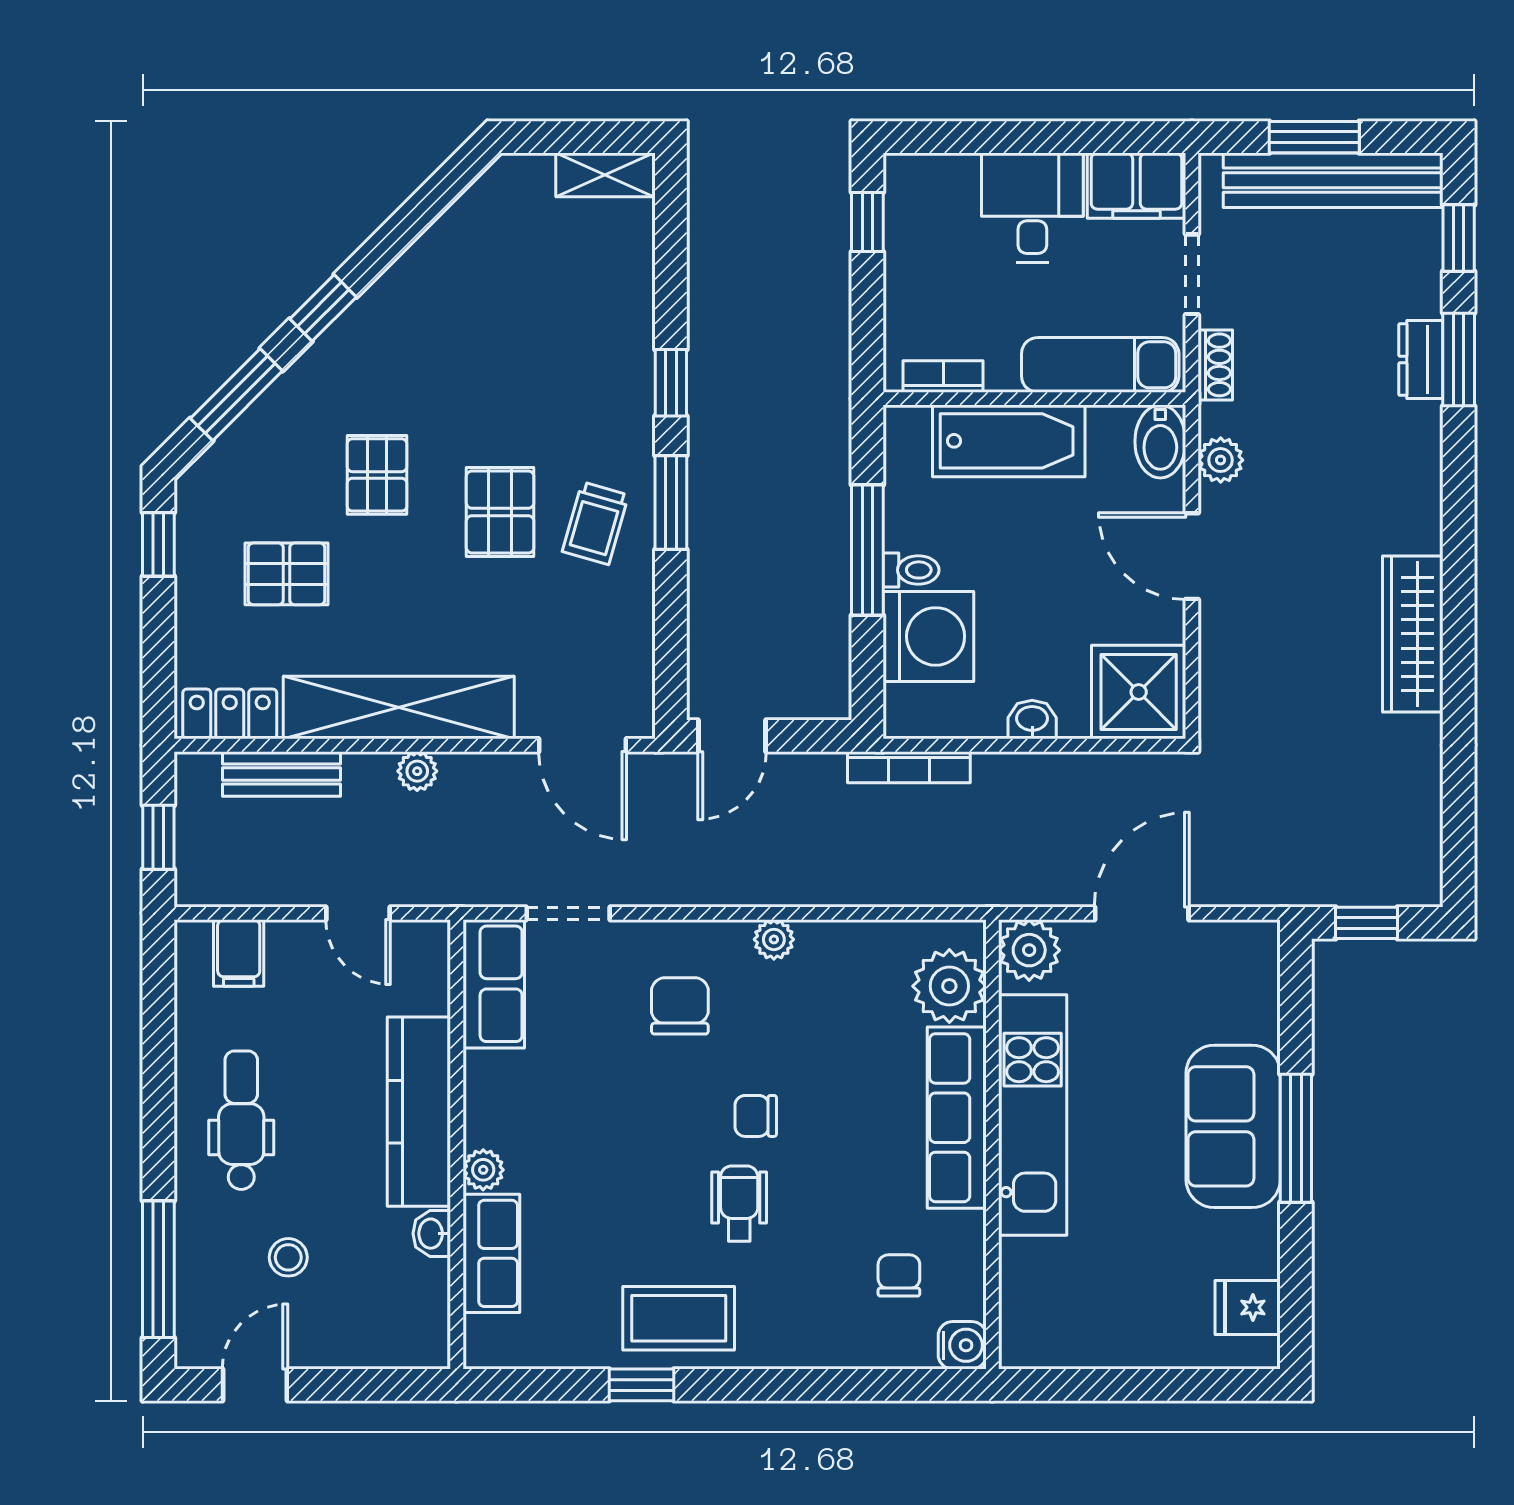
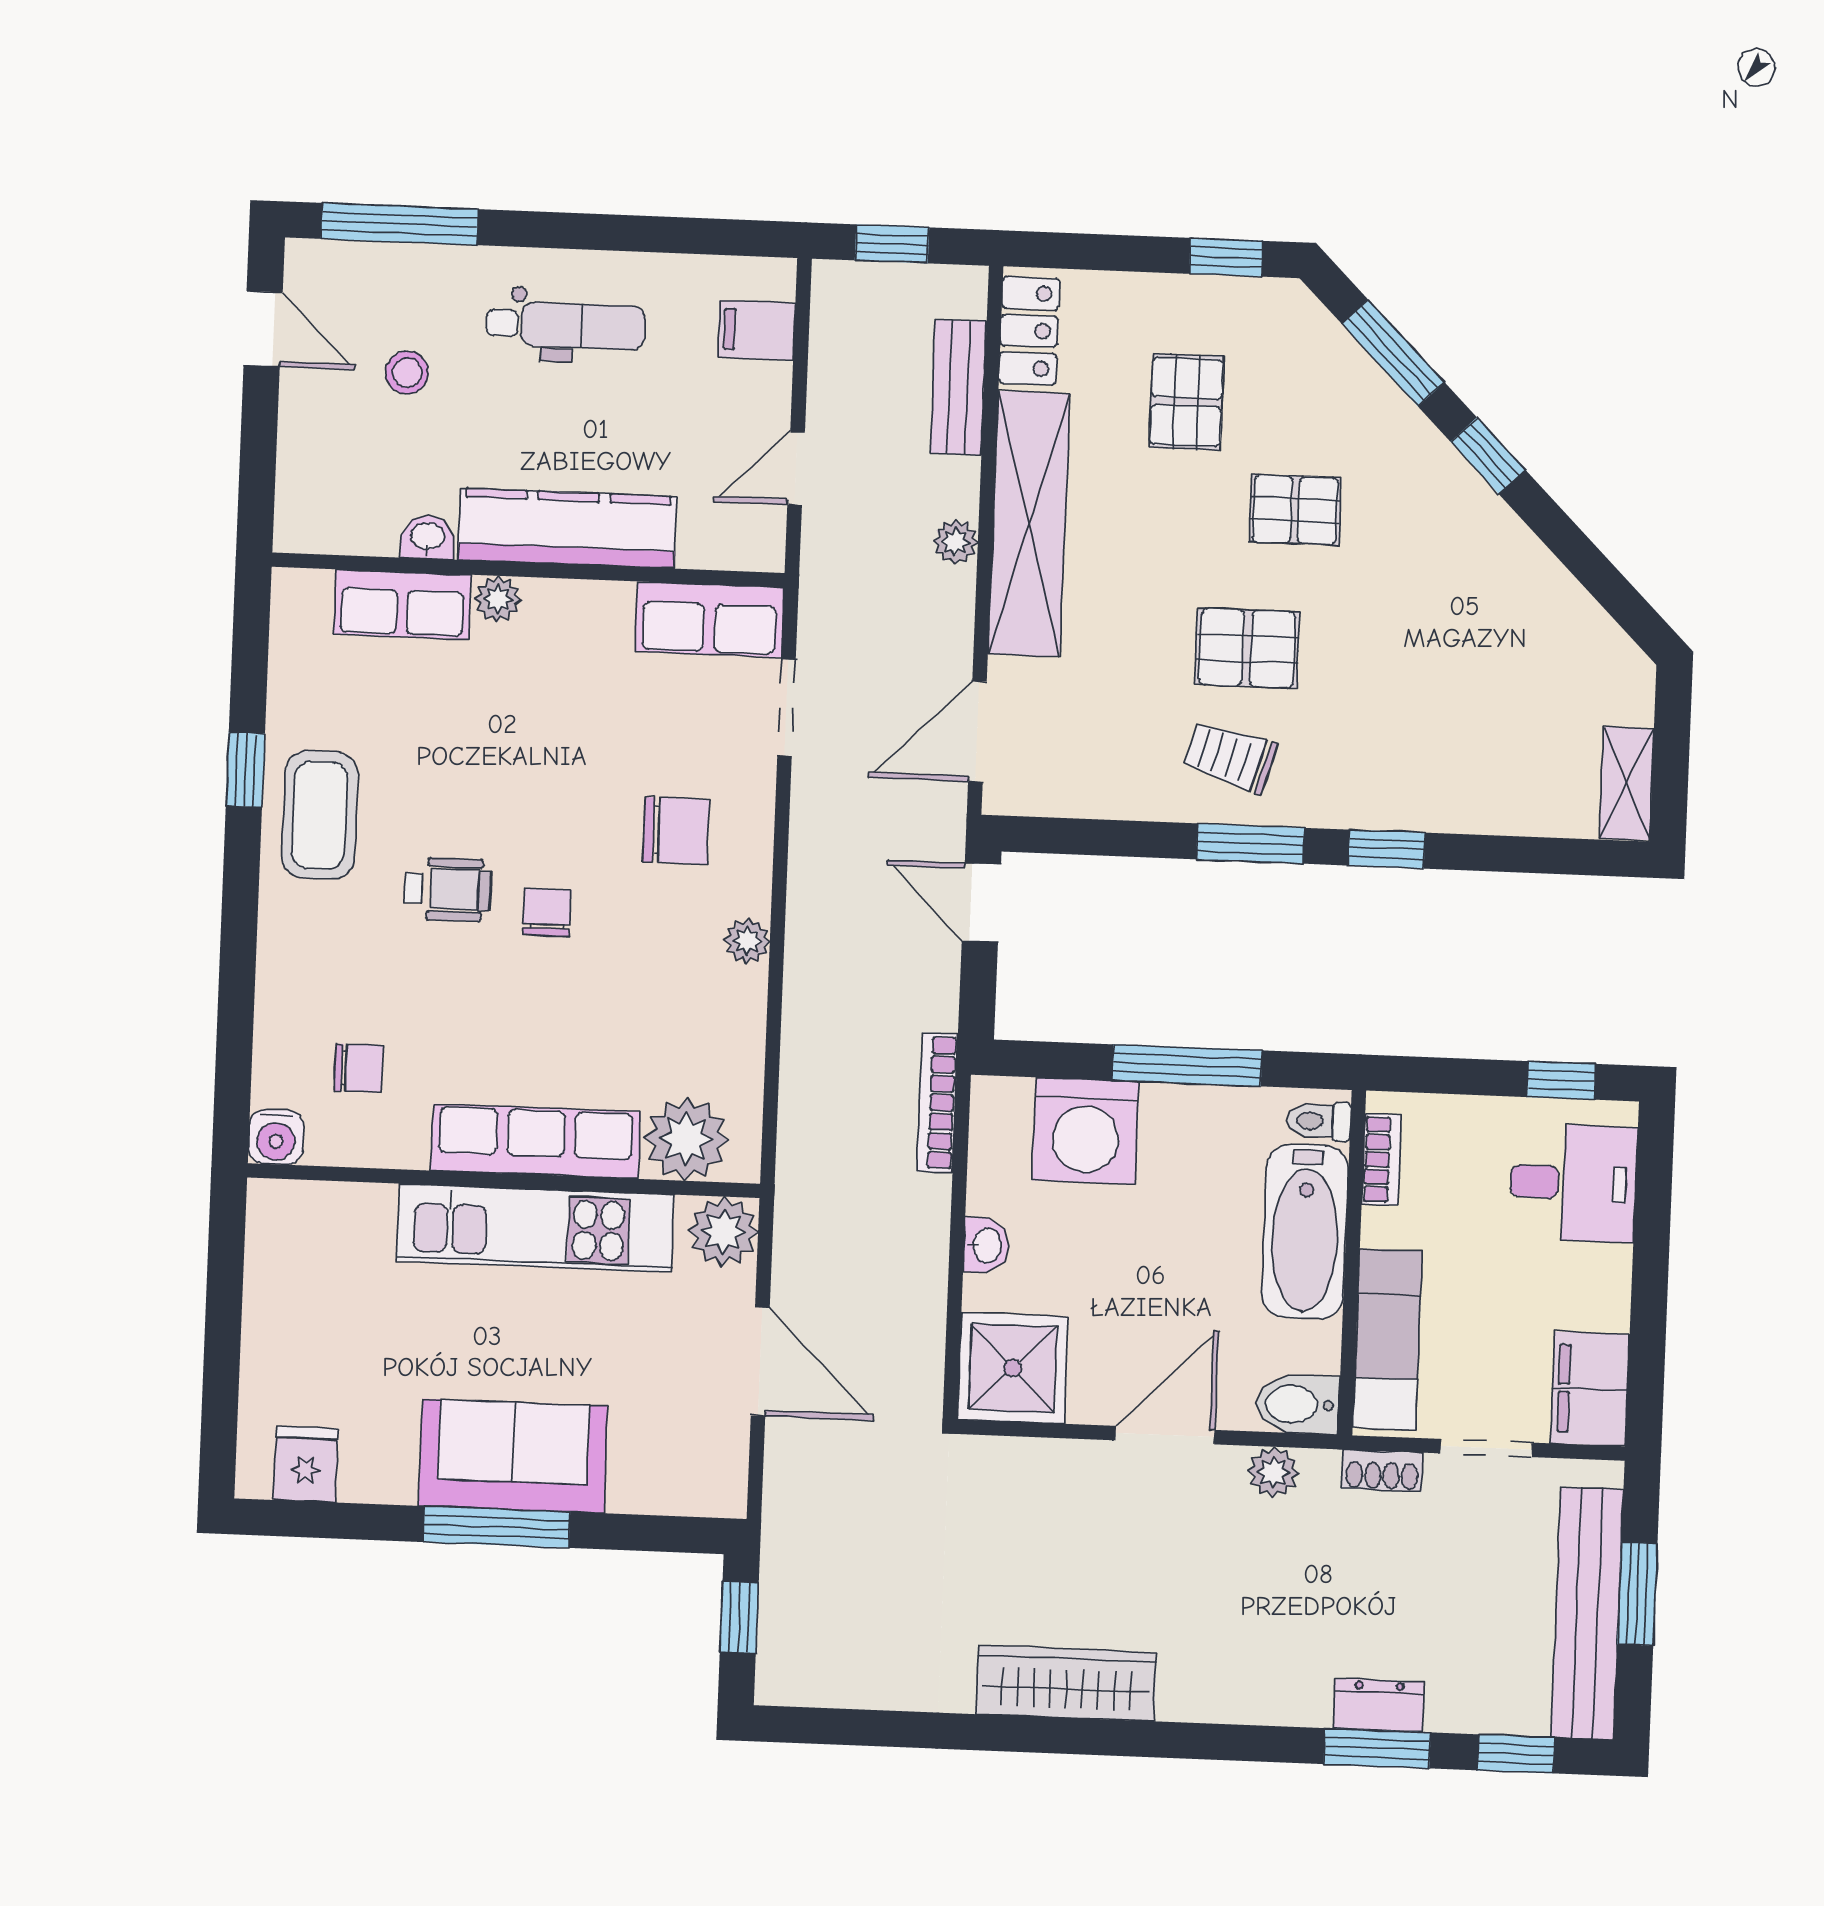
desk: (1032, 208) -> (1573, 1183), moved
toilet: (911, 570) -> (1319, 1121), moved, turned 90

